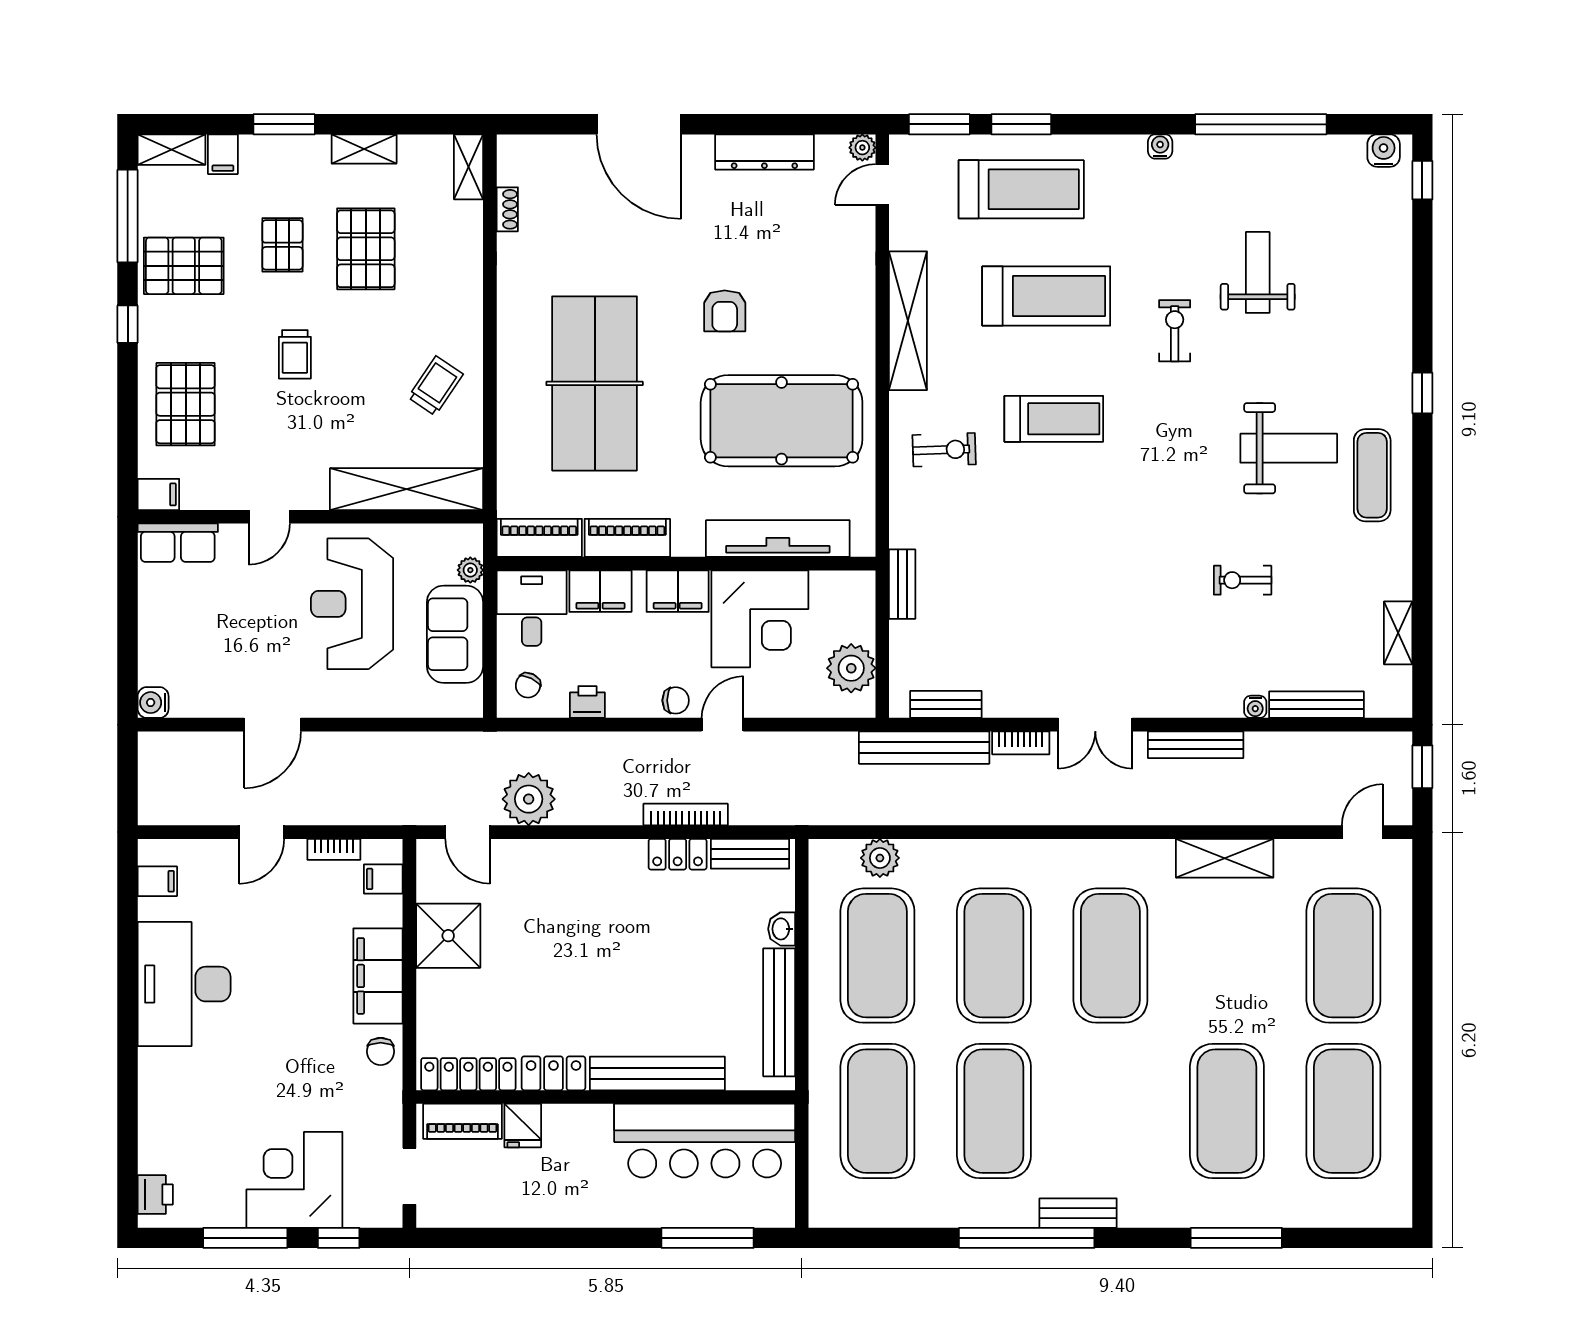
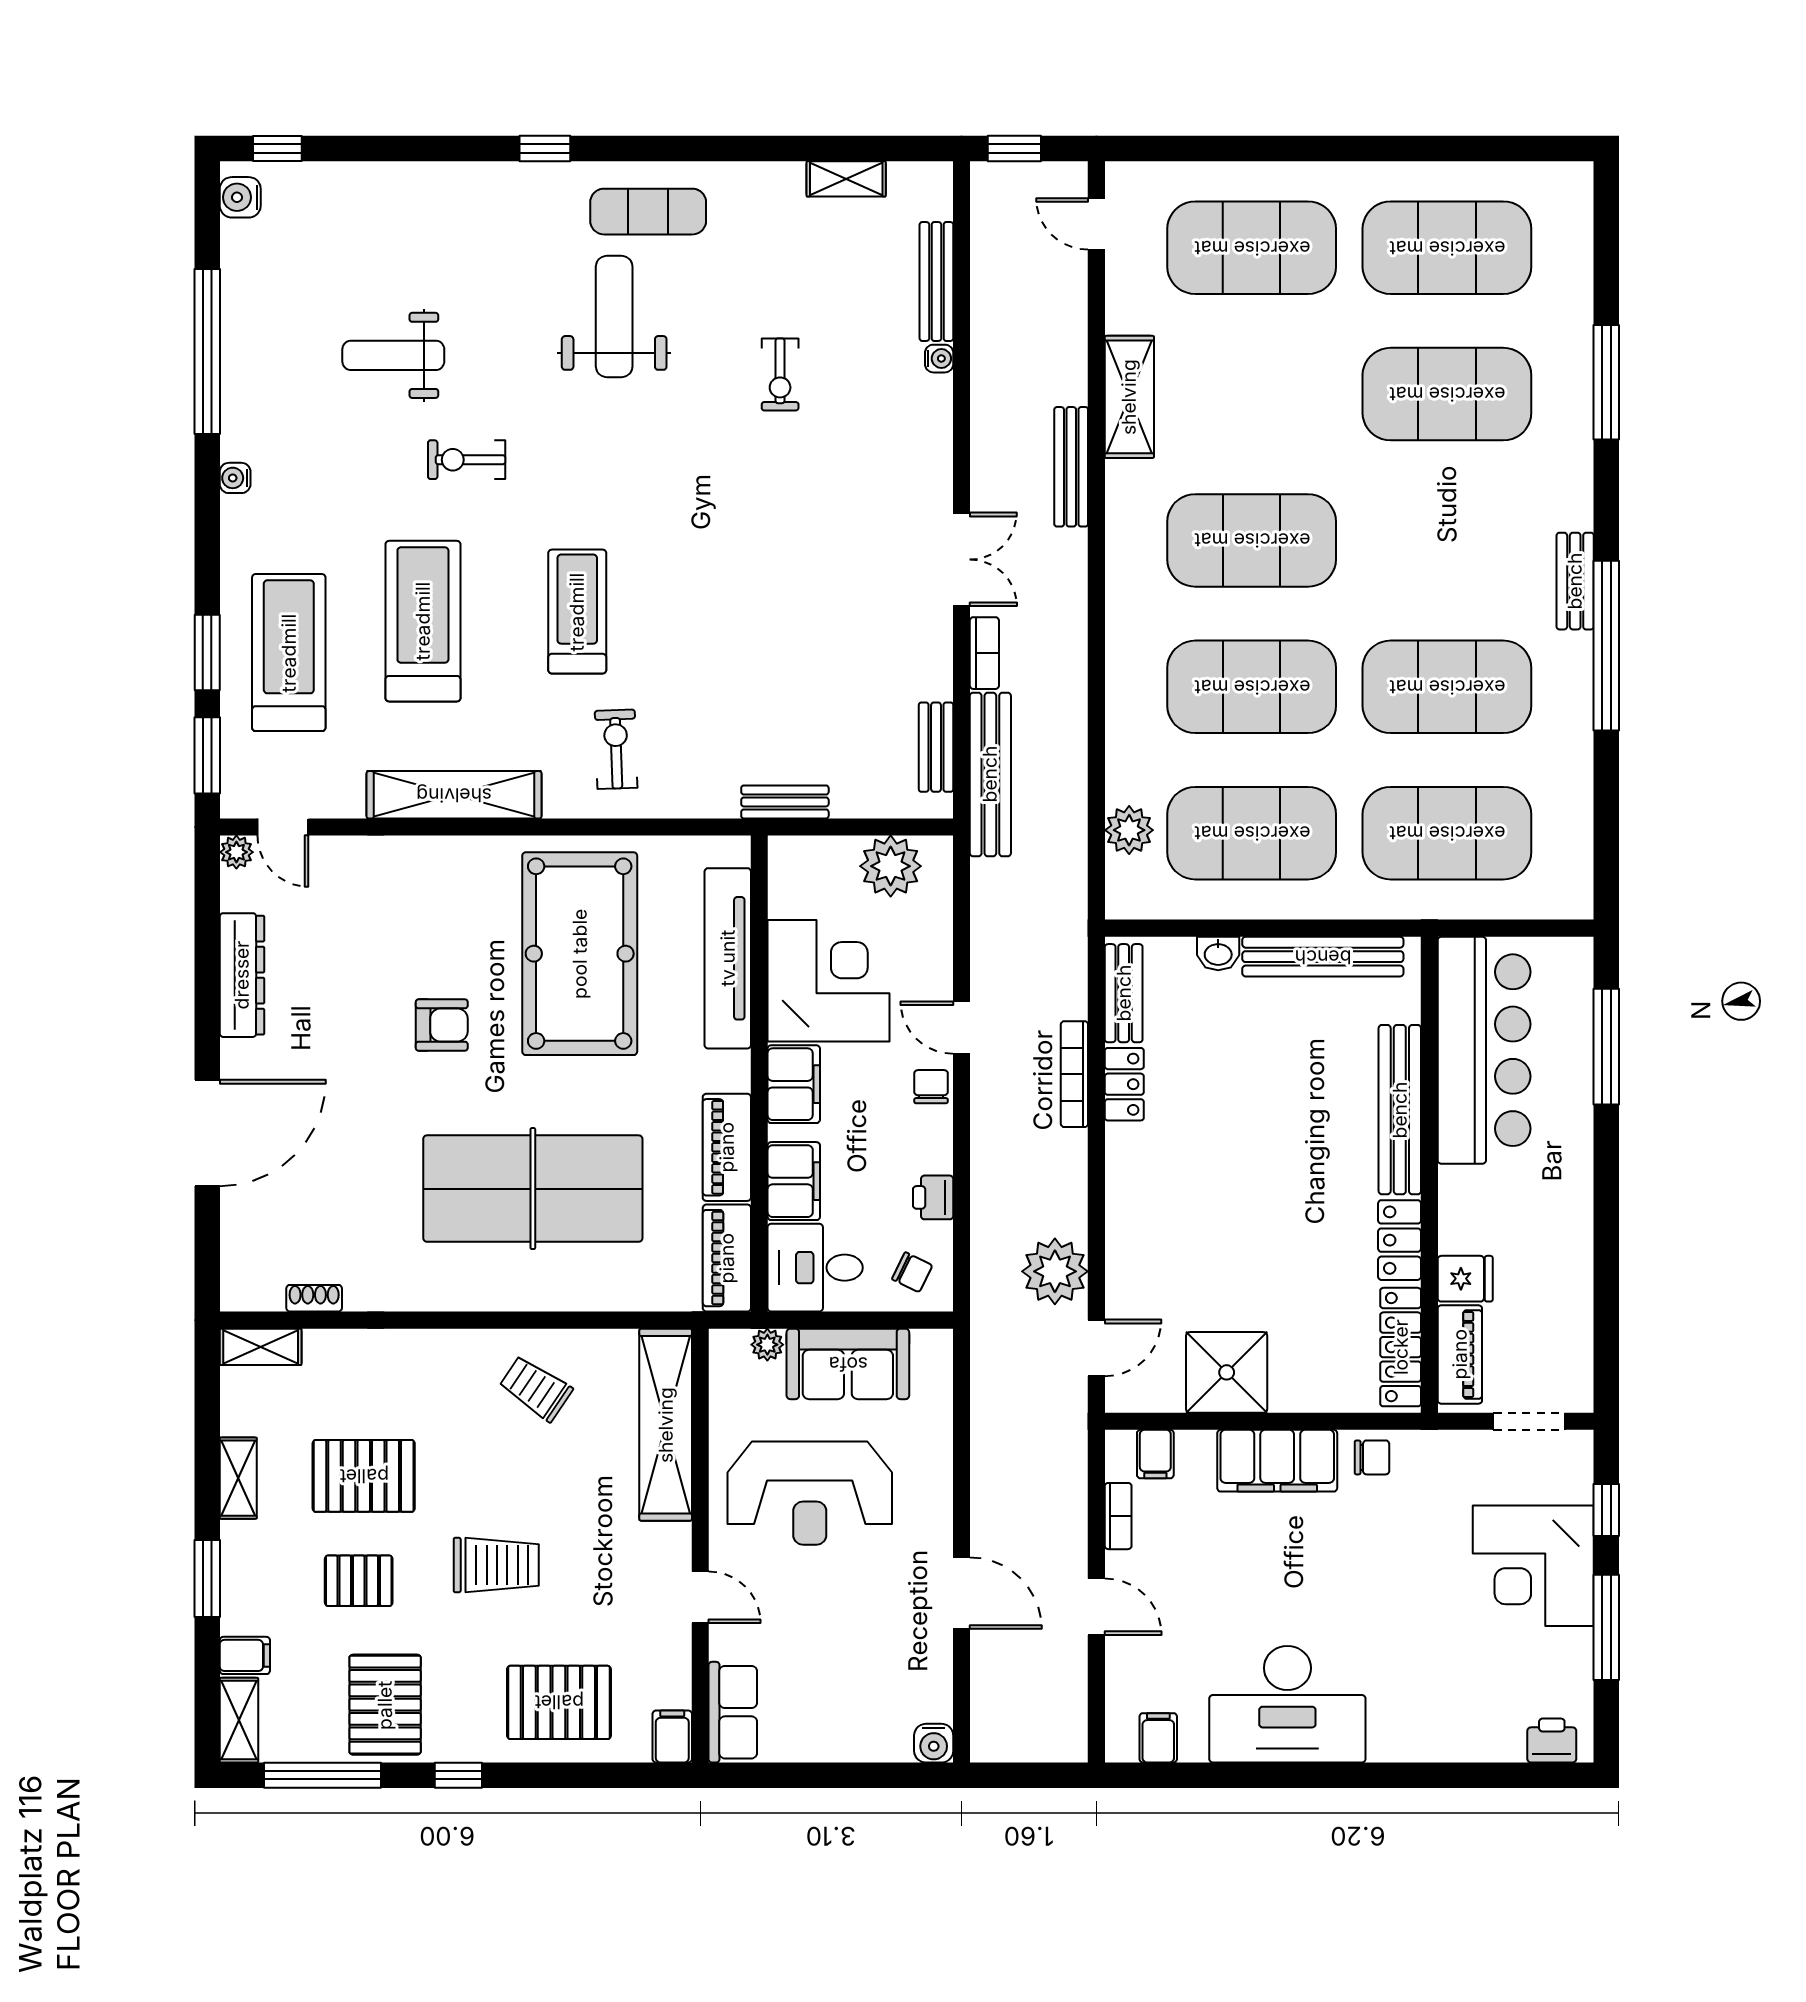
trolley: (295, 354) -> (496, 1565), width x1.36, depth x1.39
bench: (1196, 745) -> (1071, 467), moved

